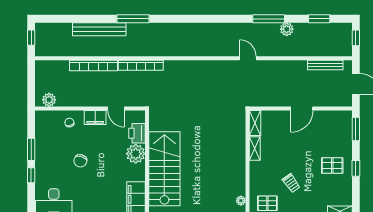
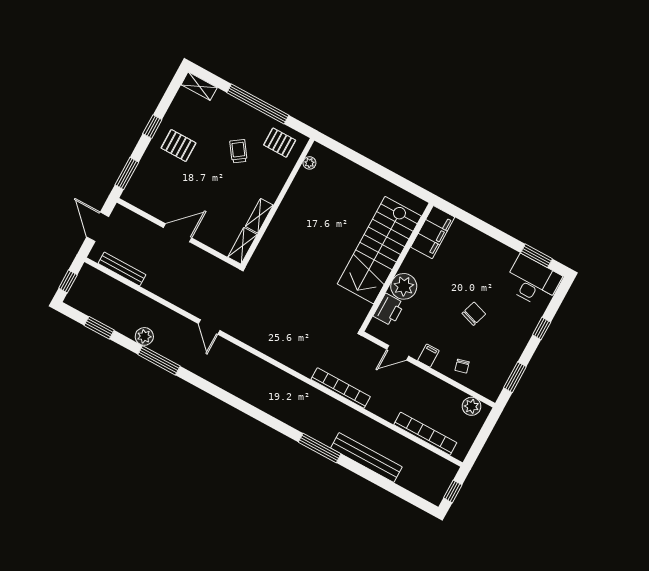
bookcase: (93, 66) -> (425, 434), moved
door: (116, 108) -> (398, 353), swing flipped
filing cabinet: (95, 117) -> (428, 356), width x0.50
window: (31, 149) -> (515, 377), moved

